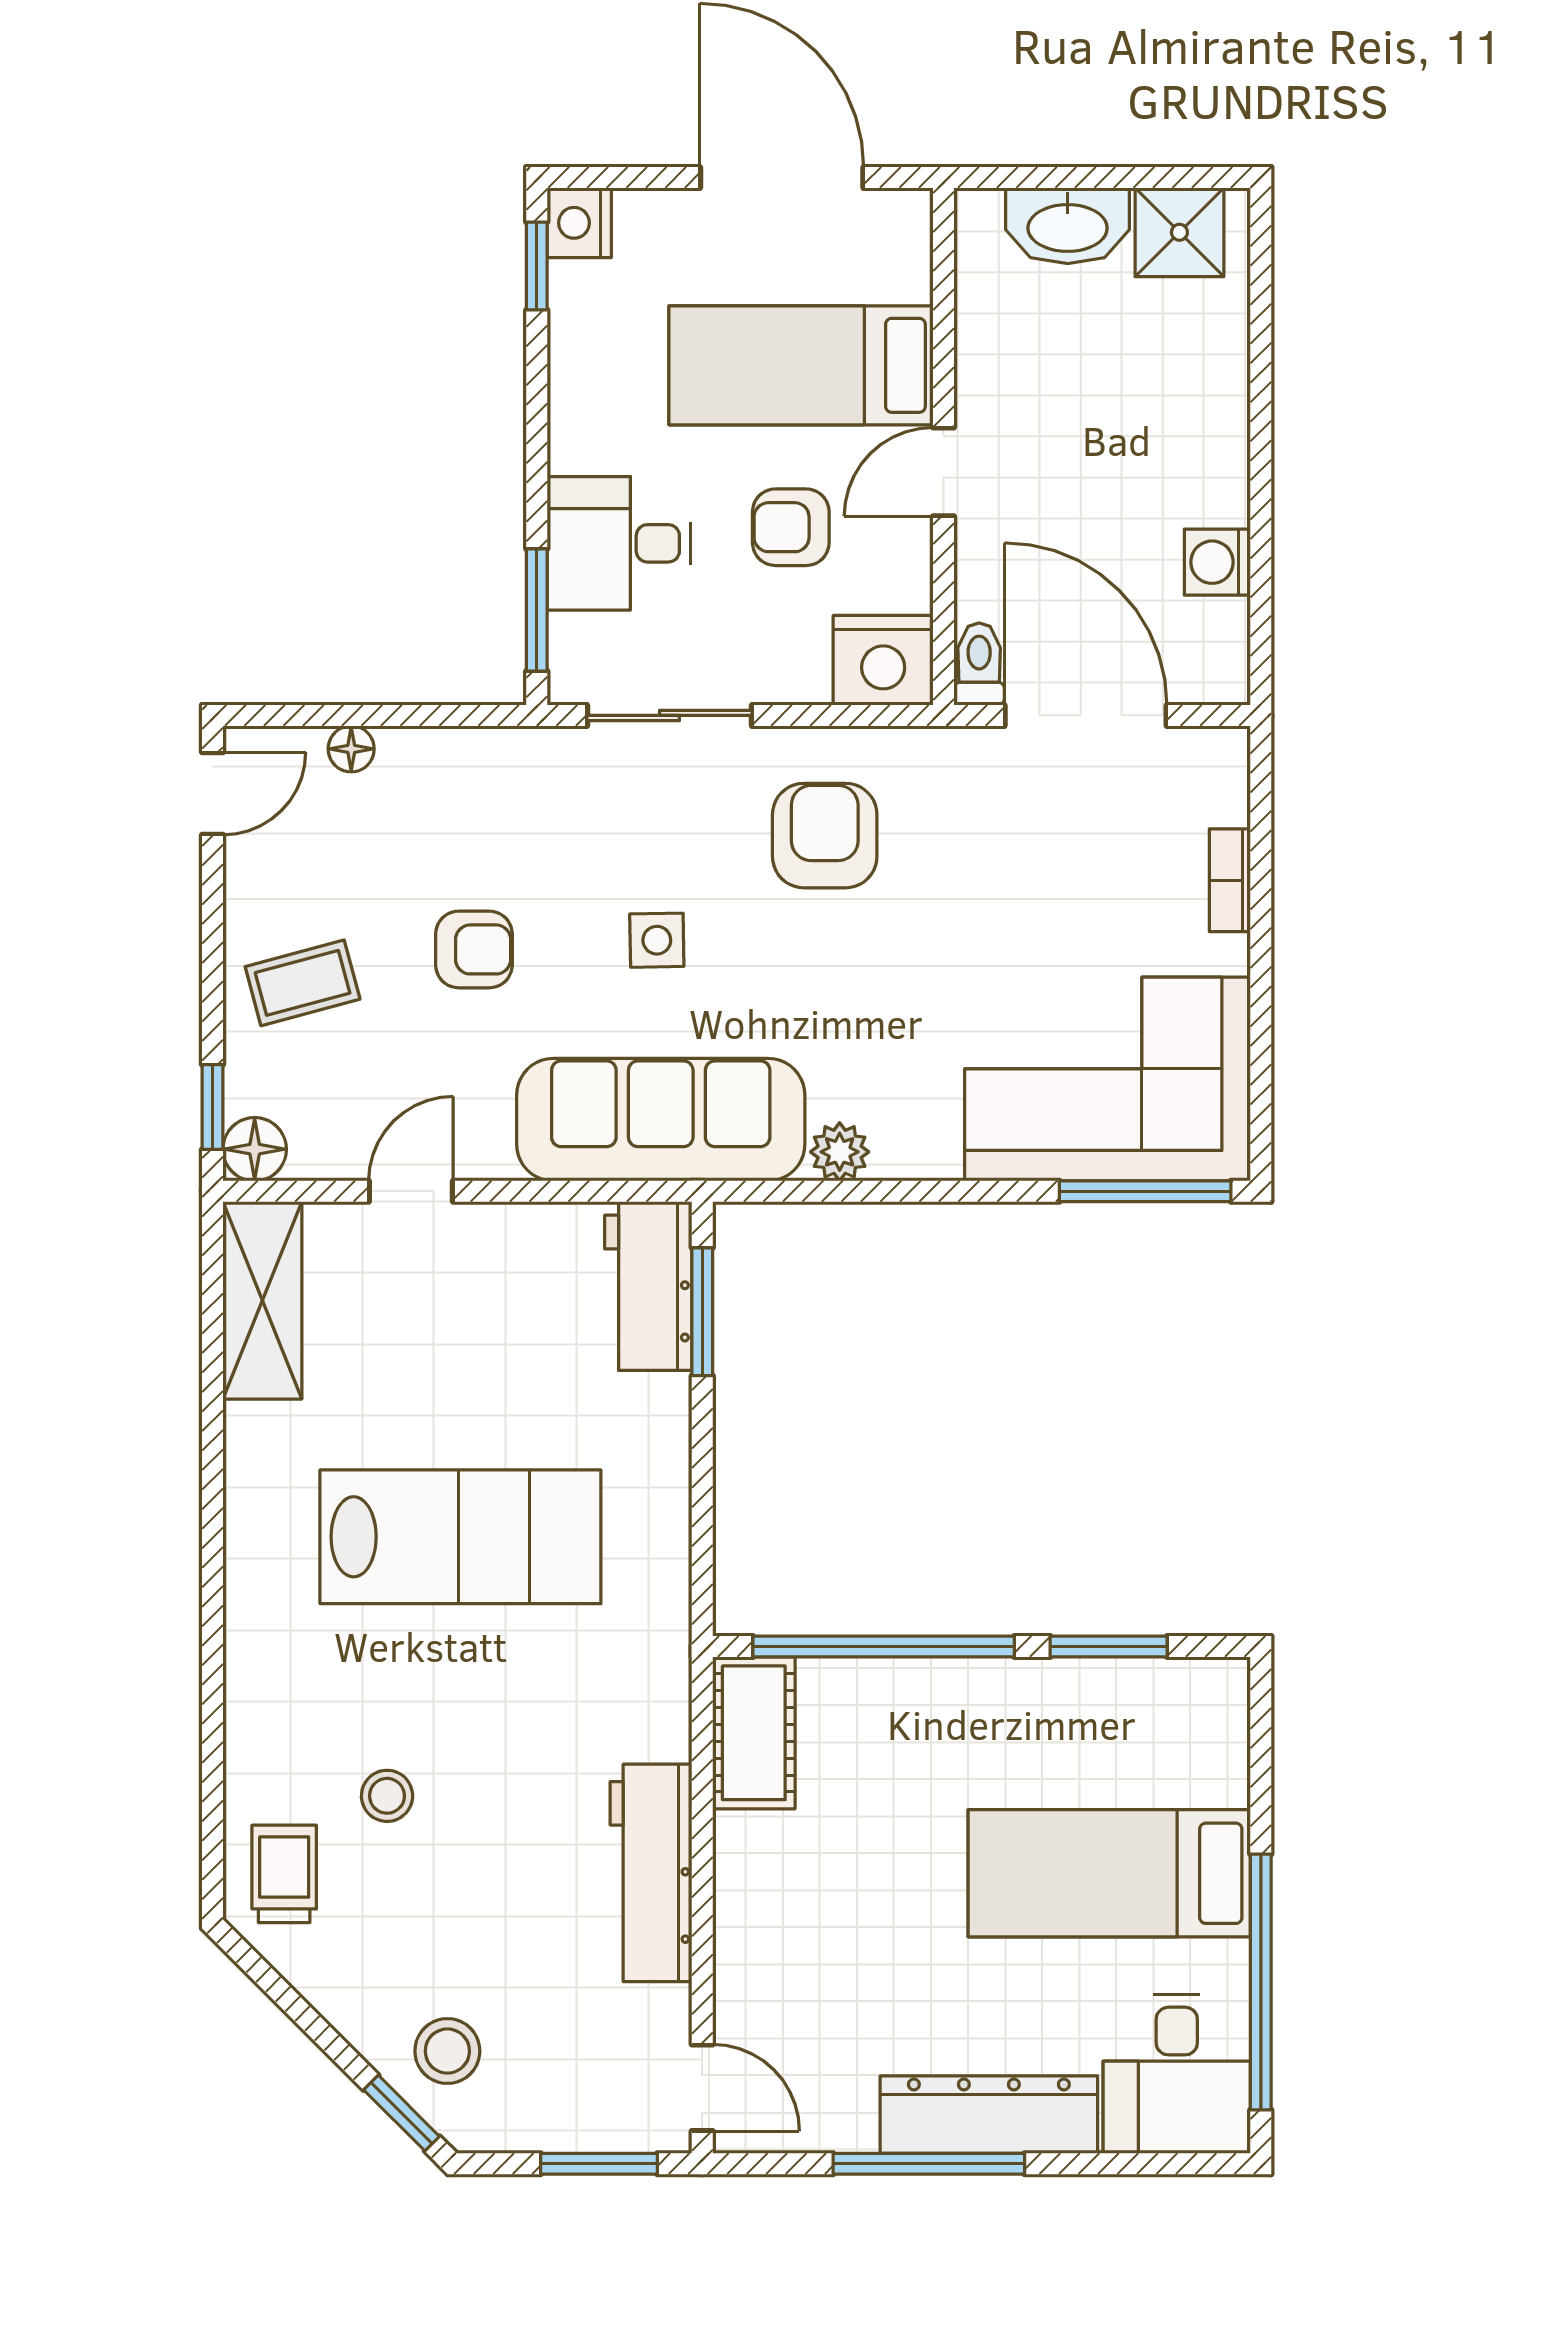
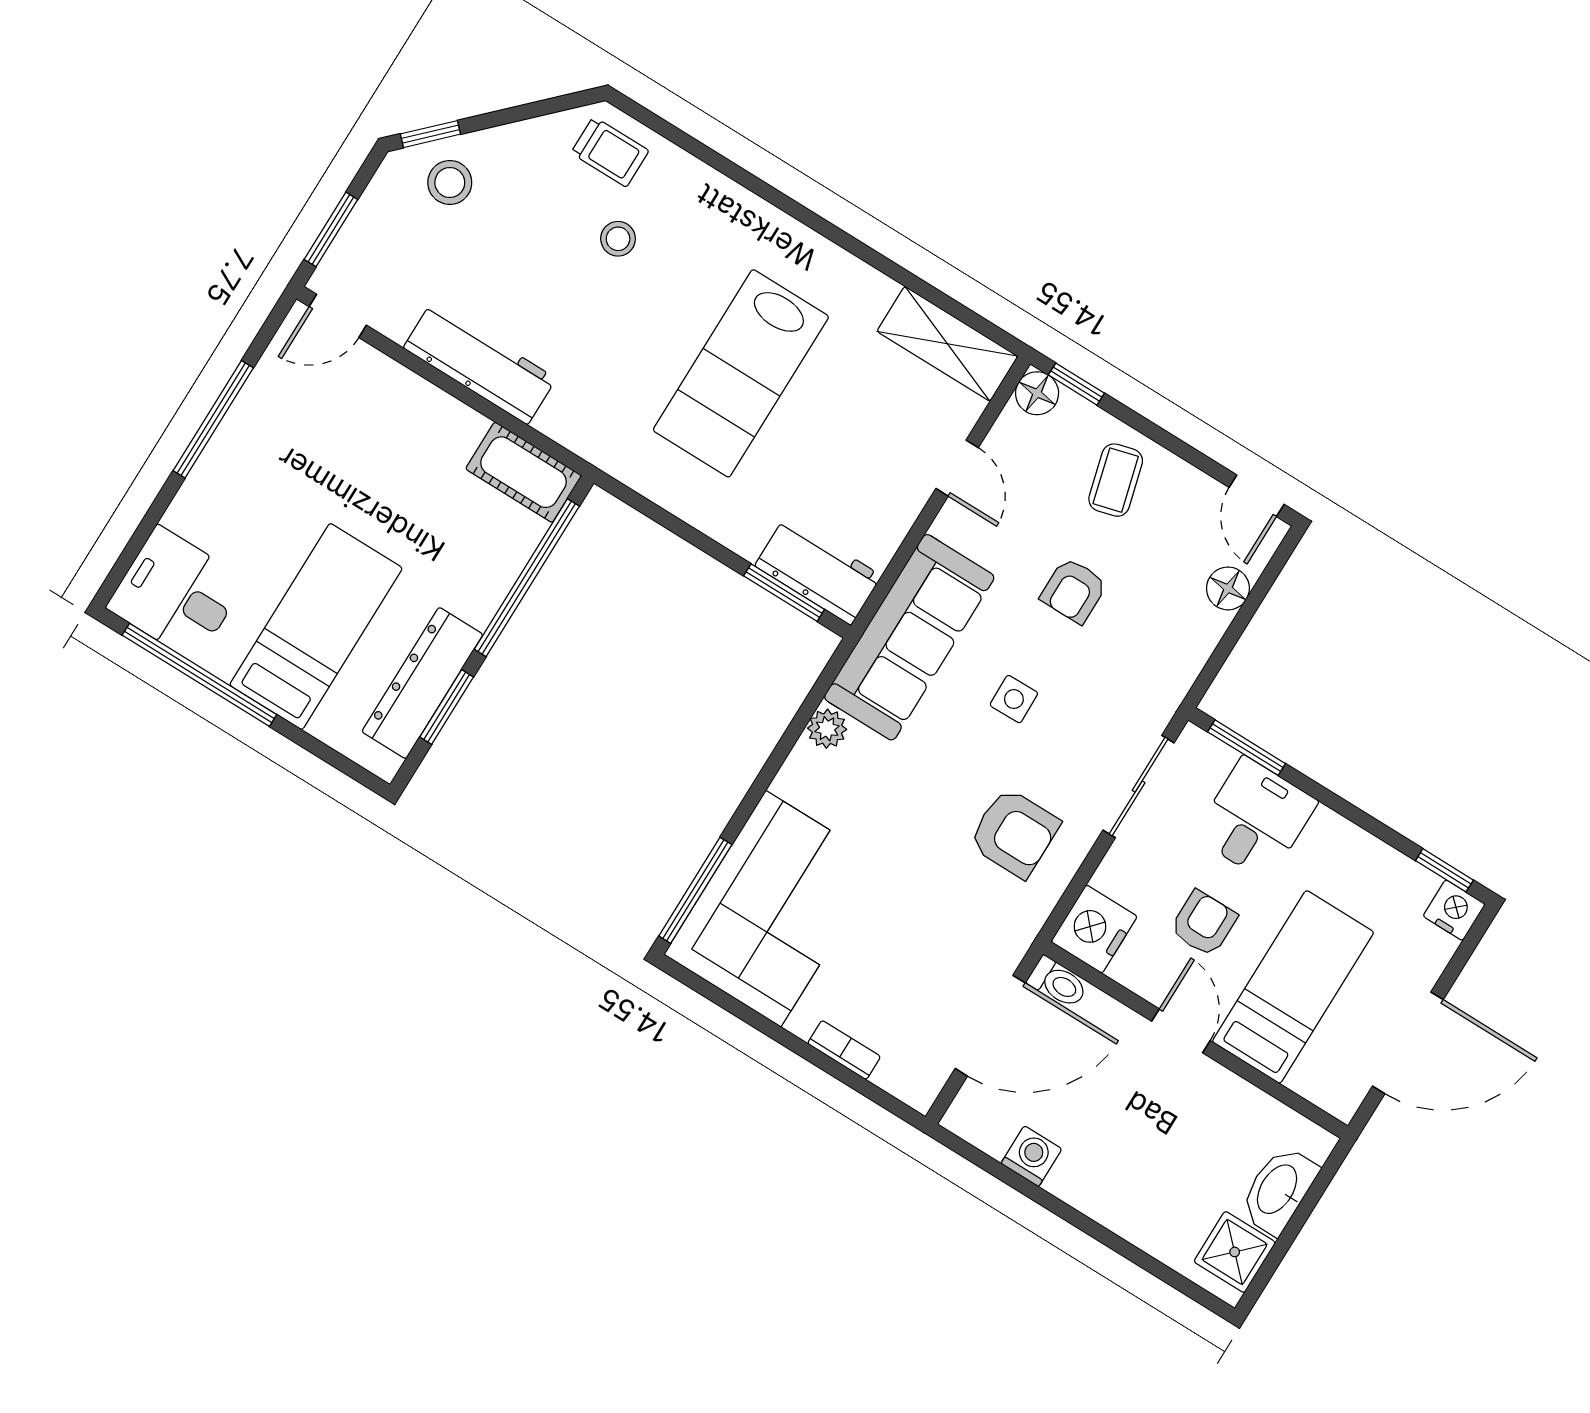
floor lamp: (351, 749) -> (1228, 588), width x1.37, depth x1.37
dresser: (989, 2115) -> (422, 683), moved, turned 180

